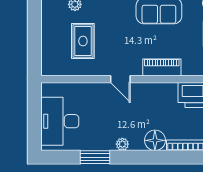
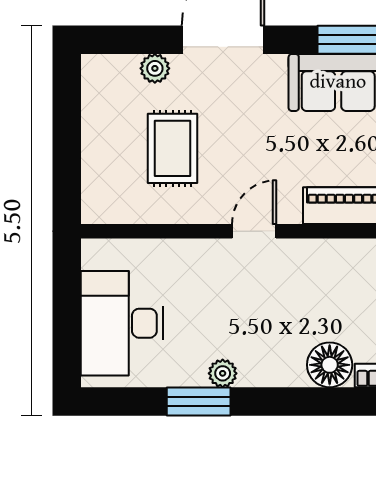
door: (120, 79) -> (254, 231), swing flipped
plant: (122, 144) -> (223, 373), moved

